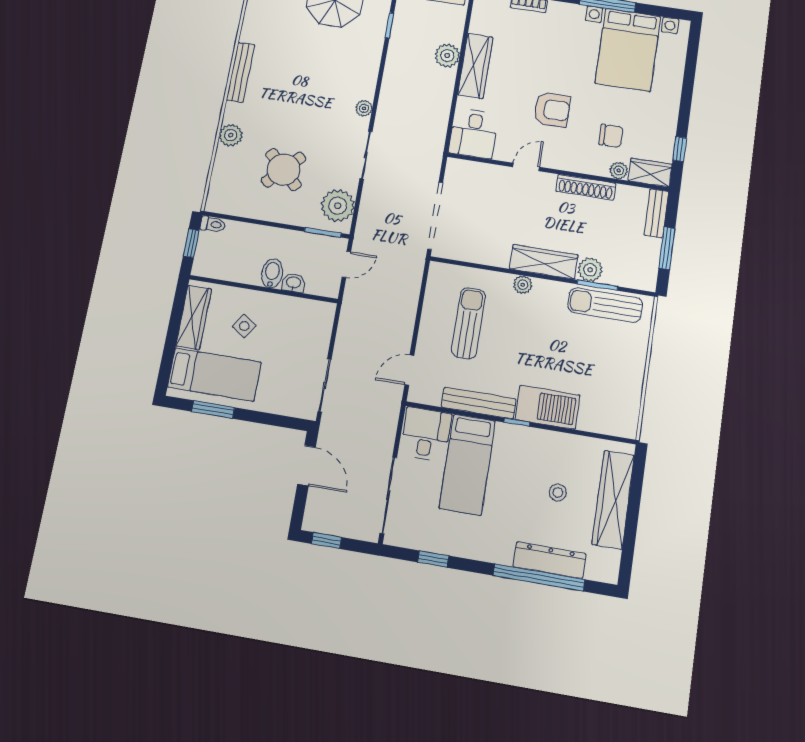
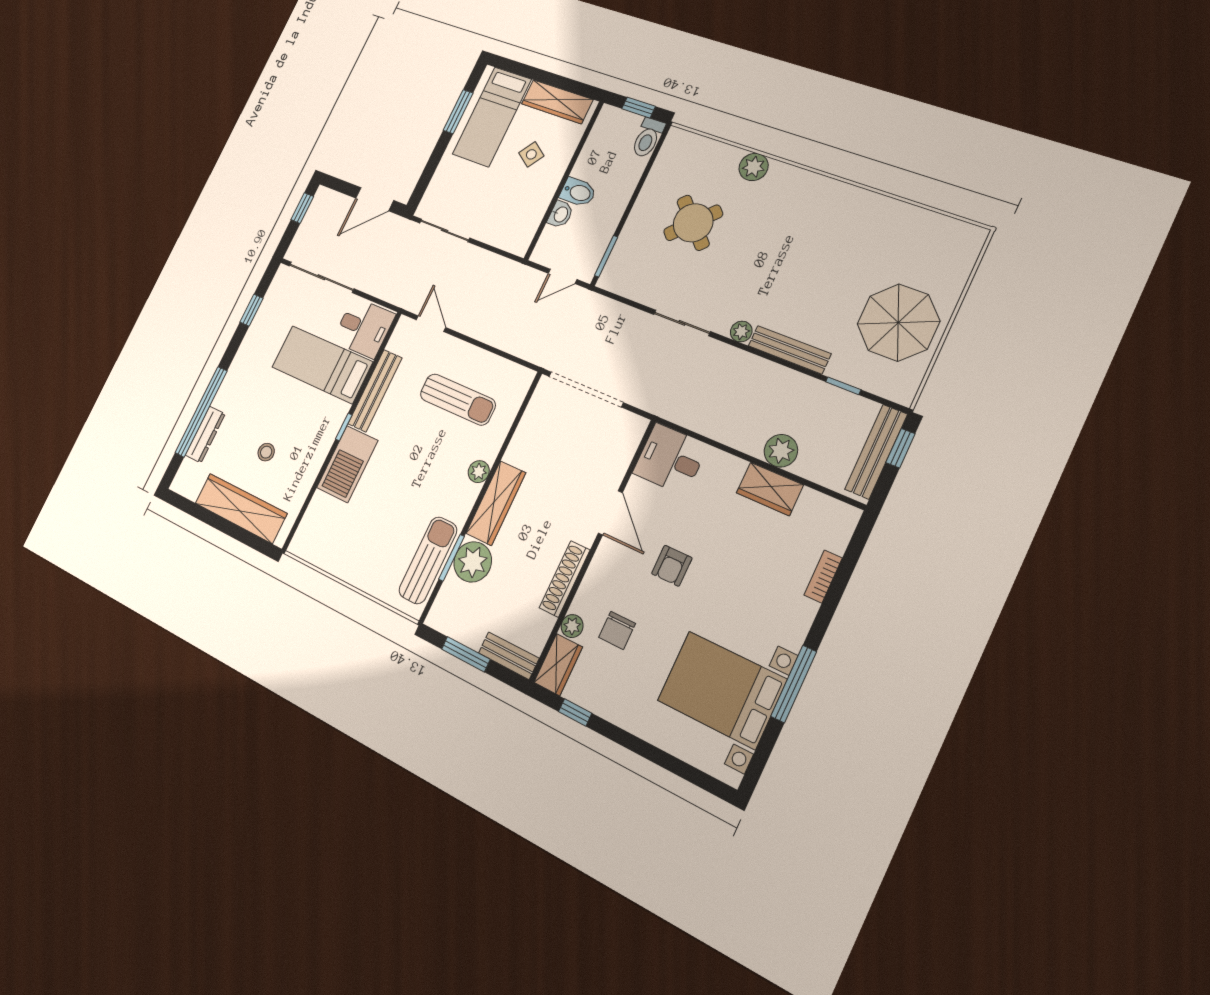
wardrobe: (475, 66) -> (770, 489), width x0.67
bench: (241, 72) -> (789, 350), moved
armchair: (552, 110) -> (672, 566), width x0.72, depth x0.72
door: (526, 167) -> (610, 513), width x1.38
plant: (338, 206) -> (632, 278), removed
toilet: (213, 224) -> (648, 138), width x1.37, depth x1.39
door: (346, 264) -> (563, 276), hinge flipped
plant: (590, 270) -> (473, 562), width x1.36, depth x1.36
dresser: (549, 560) -> (205, 434), width x0.73, depth x0.80

